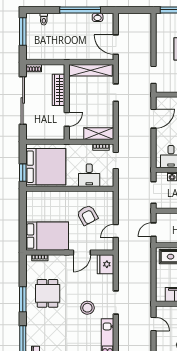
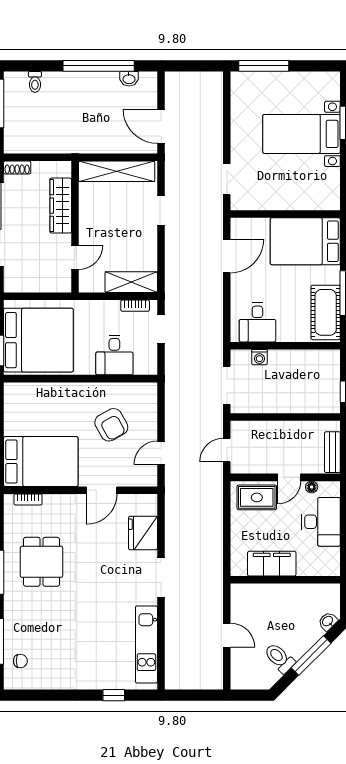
fridge: (106, 264) -> (143, 533), moved
stool: (87, 308) -> (111, 587), removed
door: (153, 324) -> (227, 635), moved

